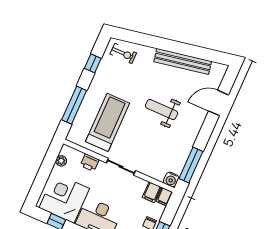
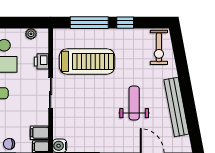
exercise bike: (123, 53) -> (159, 47), width x1.38, depth x1.39
window: (93, 63) -> (125, 23), moved
weight bench: (162, 109) -> (134, 103), moved

